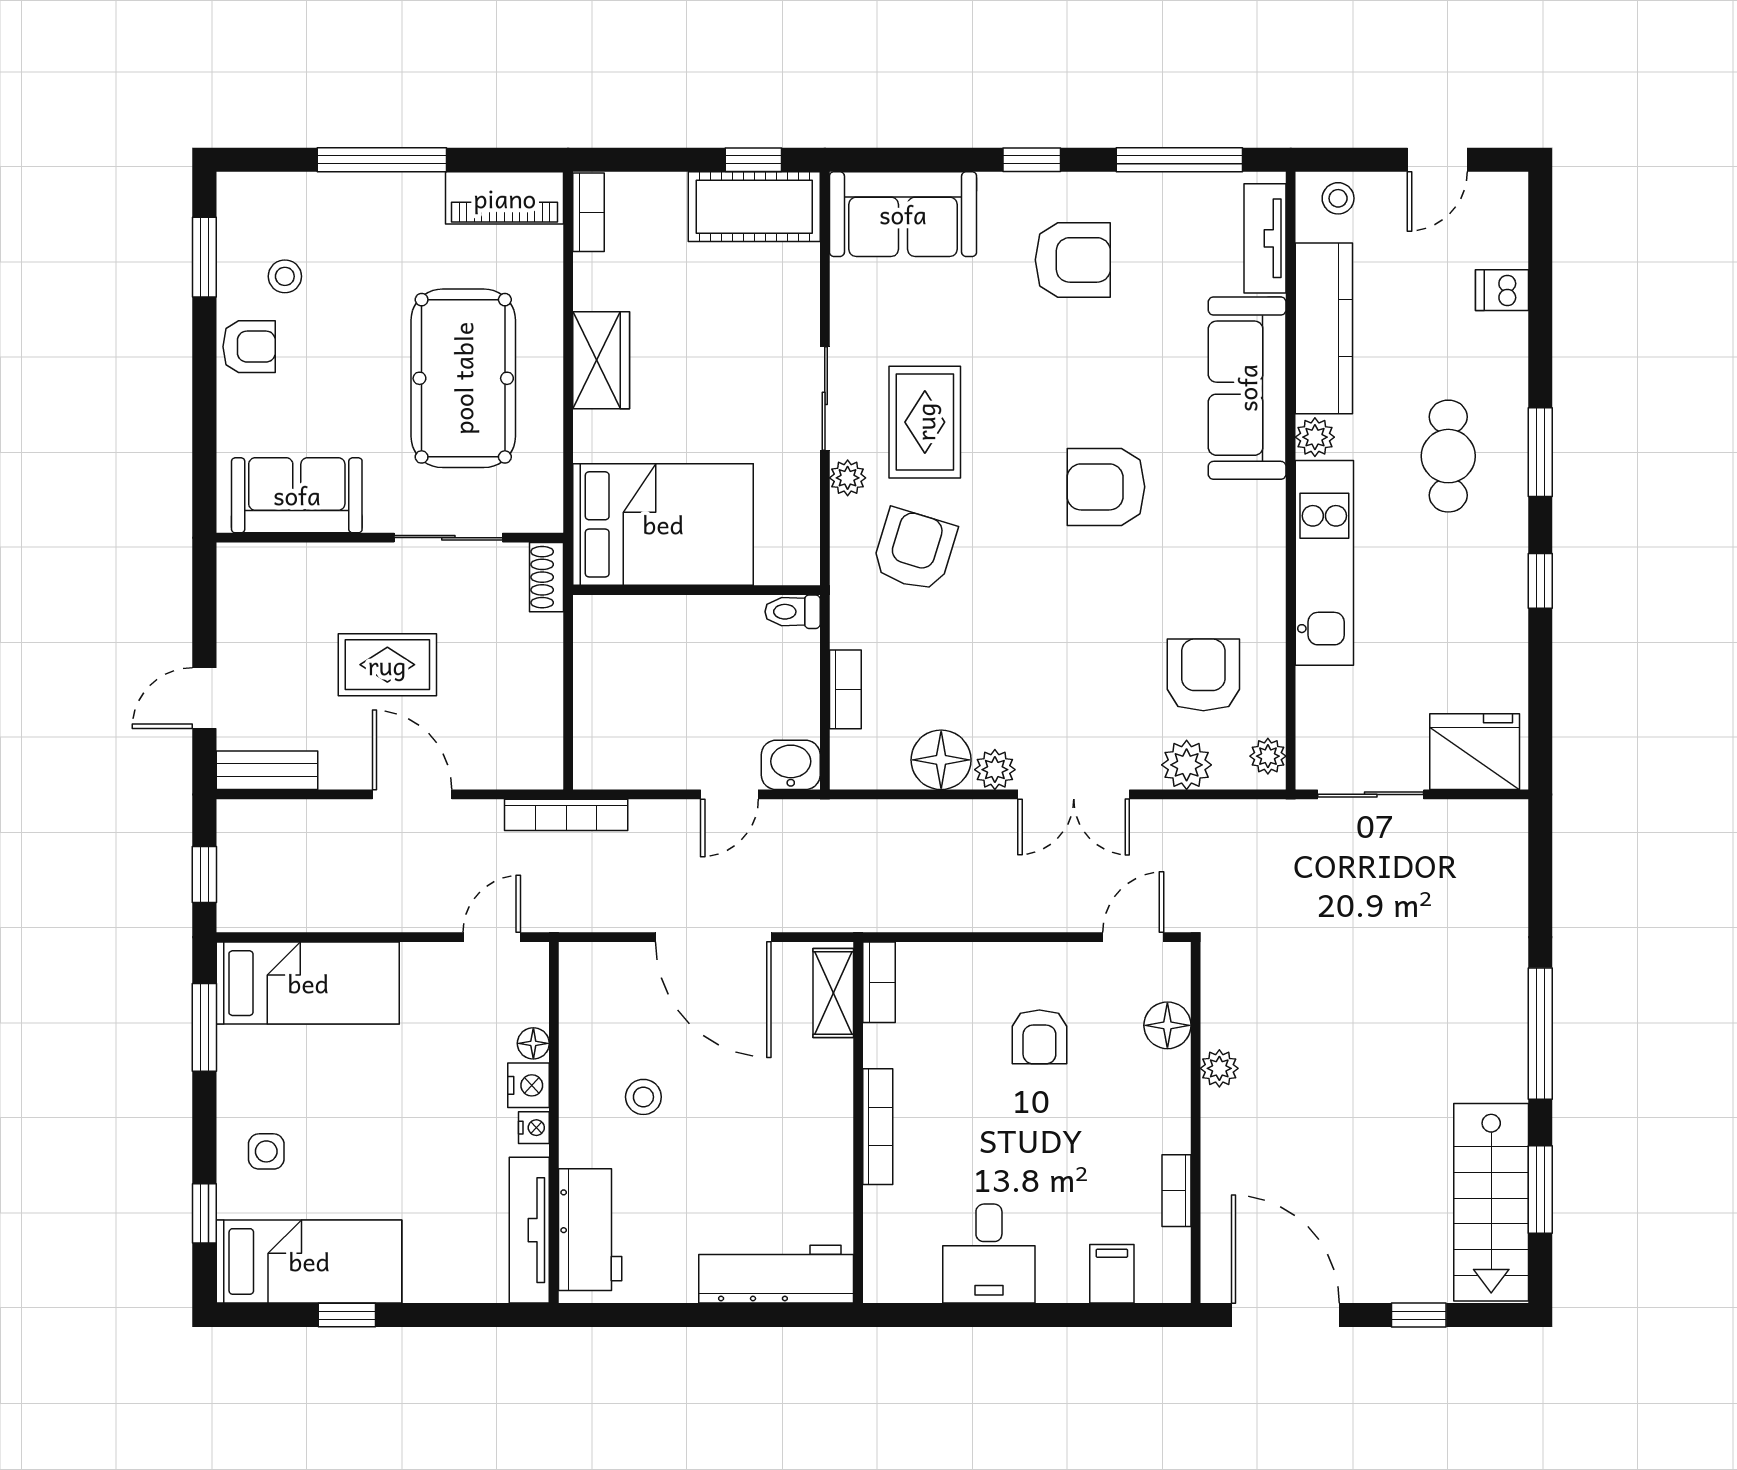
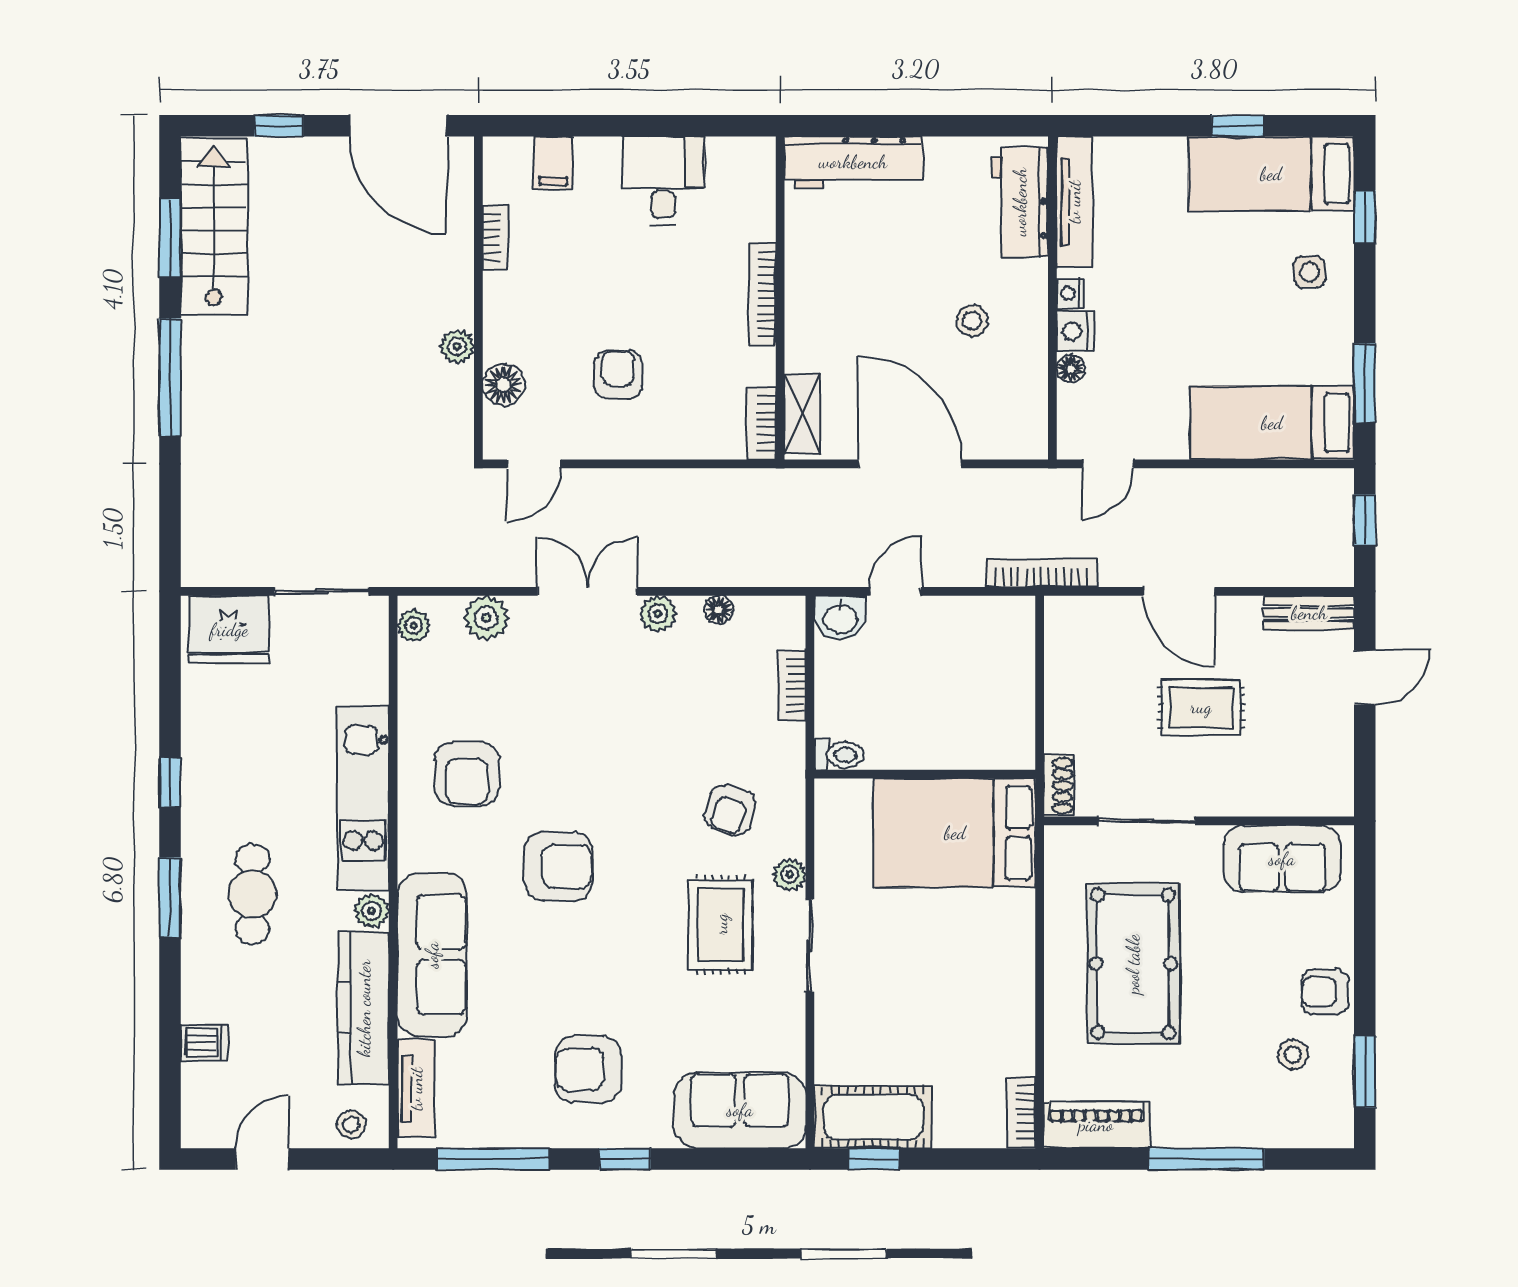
wardrobe: (601, 360) -> (1010, 980), removed
armchair: (914, 550) -> (730, 810), width x0.72, depth x0.72
armchair: (1203, 675) -> (467, 774), moved
floor lamp: (941, 760) -> (719, 610), width x0.53, depth x0.53

